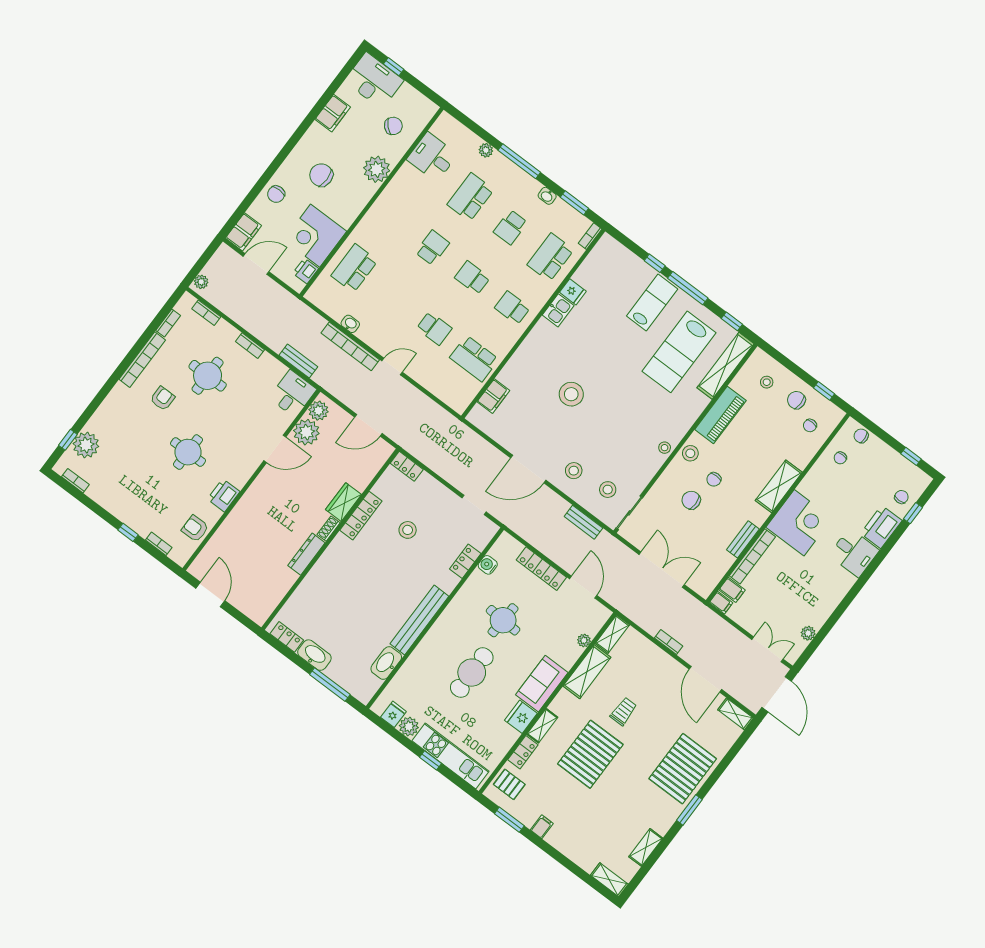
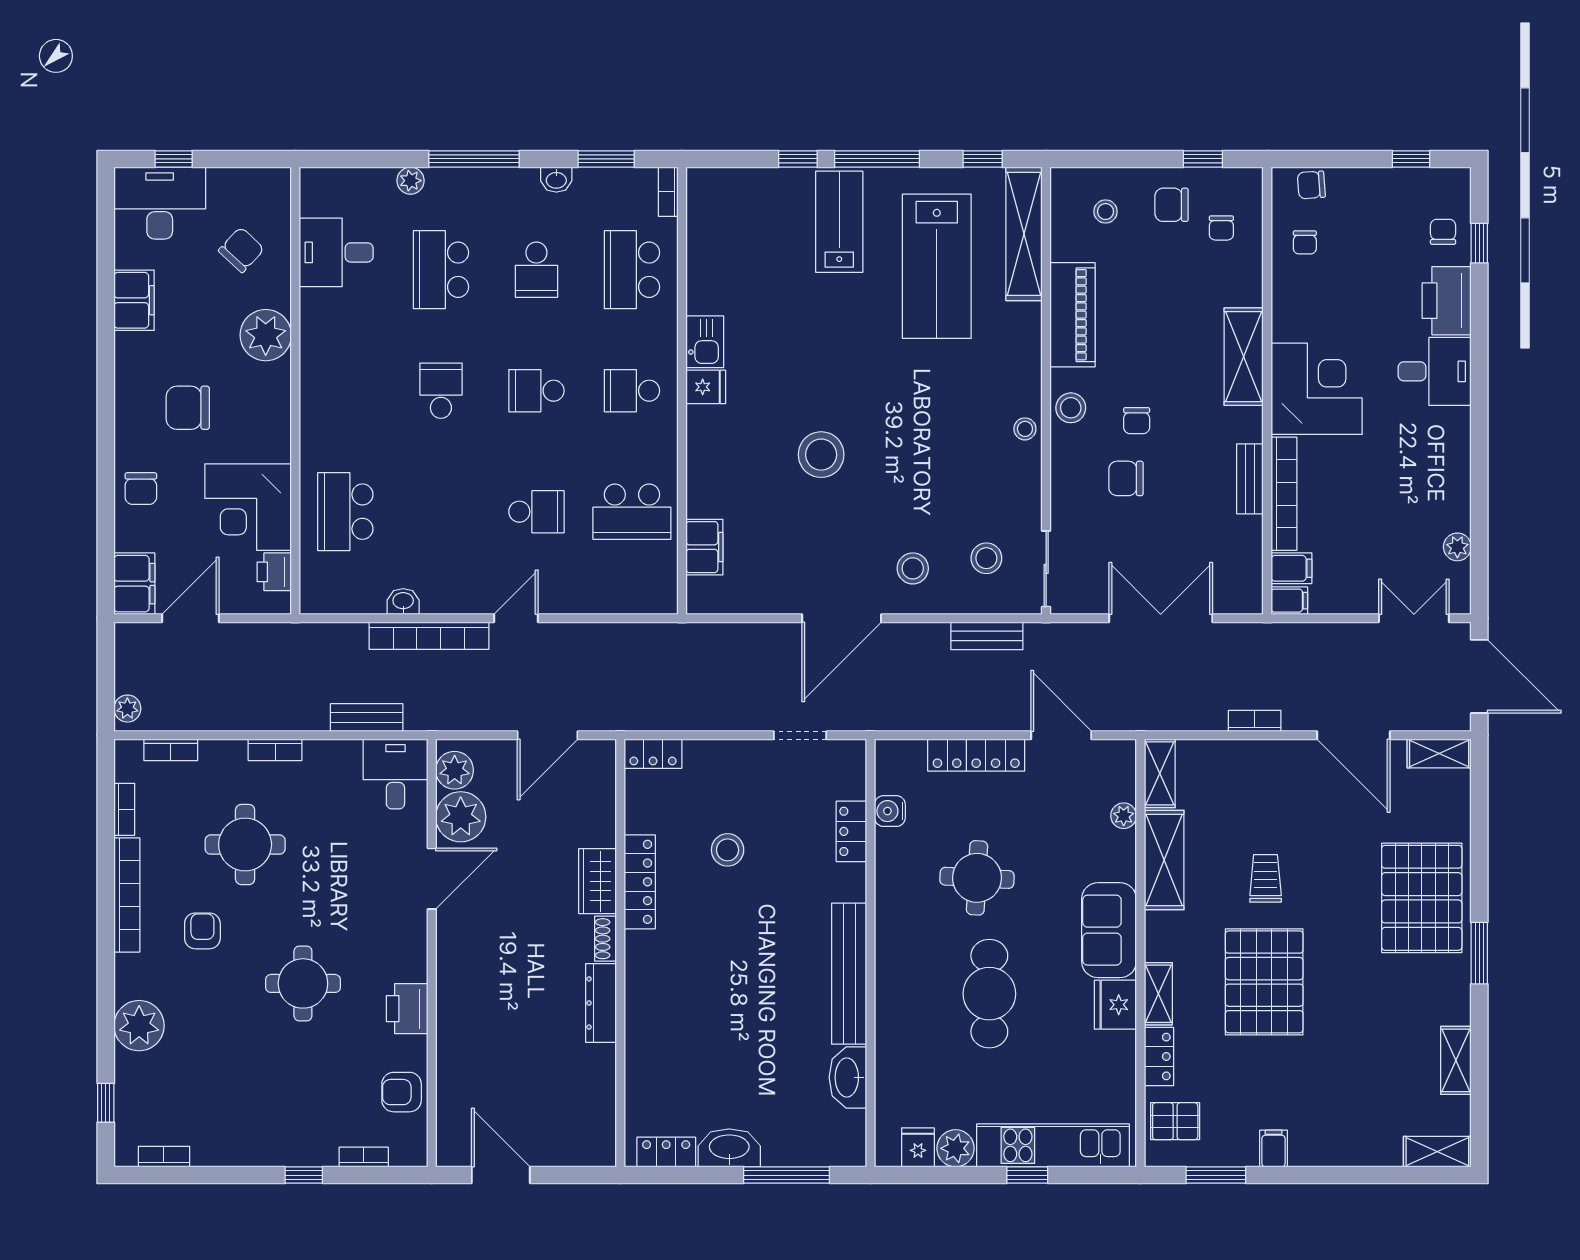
fridge: (573, 292) -> (706, 387), moved
plant: (86, 445) -> (139, 1026), moved

